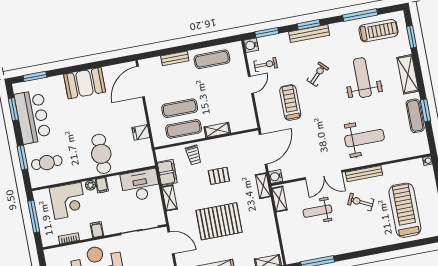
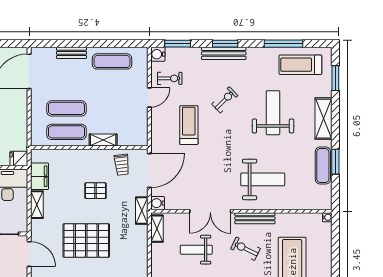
treadmill: (378, 31) -> (300, 65), turned 180
fridge: (141, 132) -> (19, 159), moved
trolley: (194, 155) -> (122, 165), moved

